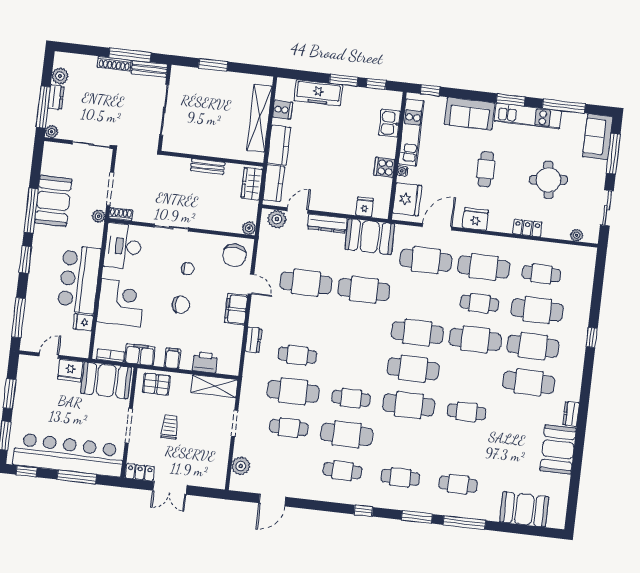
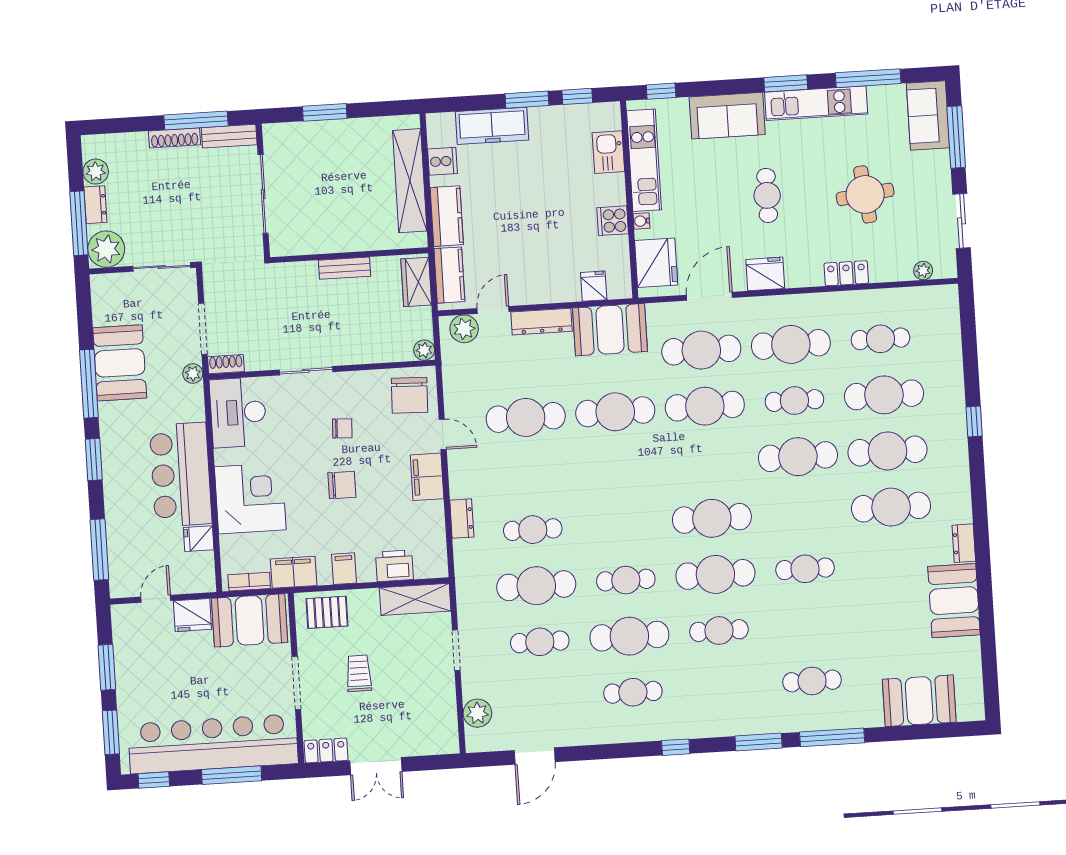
plant: (52, 132) -> (106, 249), width x1.87, depth x1.87
cafe table: (417, 333) -> (705, 406), moved
cafe table: (400, 477) -> (719, 631), moved

